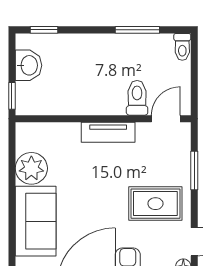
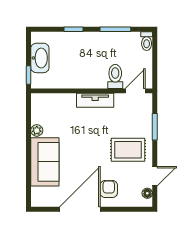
window: (44, 30) -> (74, 29), moved
washbasin: (28, 65) -> (40, 58), width x1.38
plant: (31, 168) -> (37, 130), width x0.53, depth x0.53

